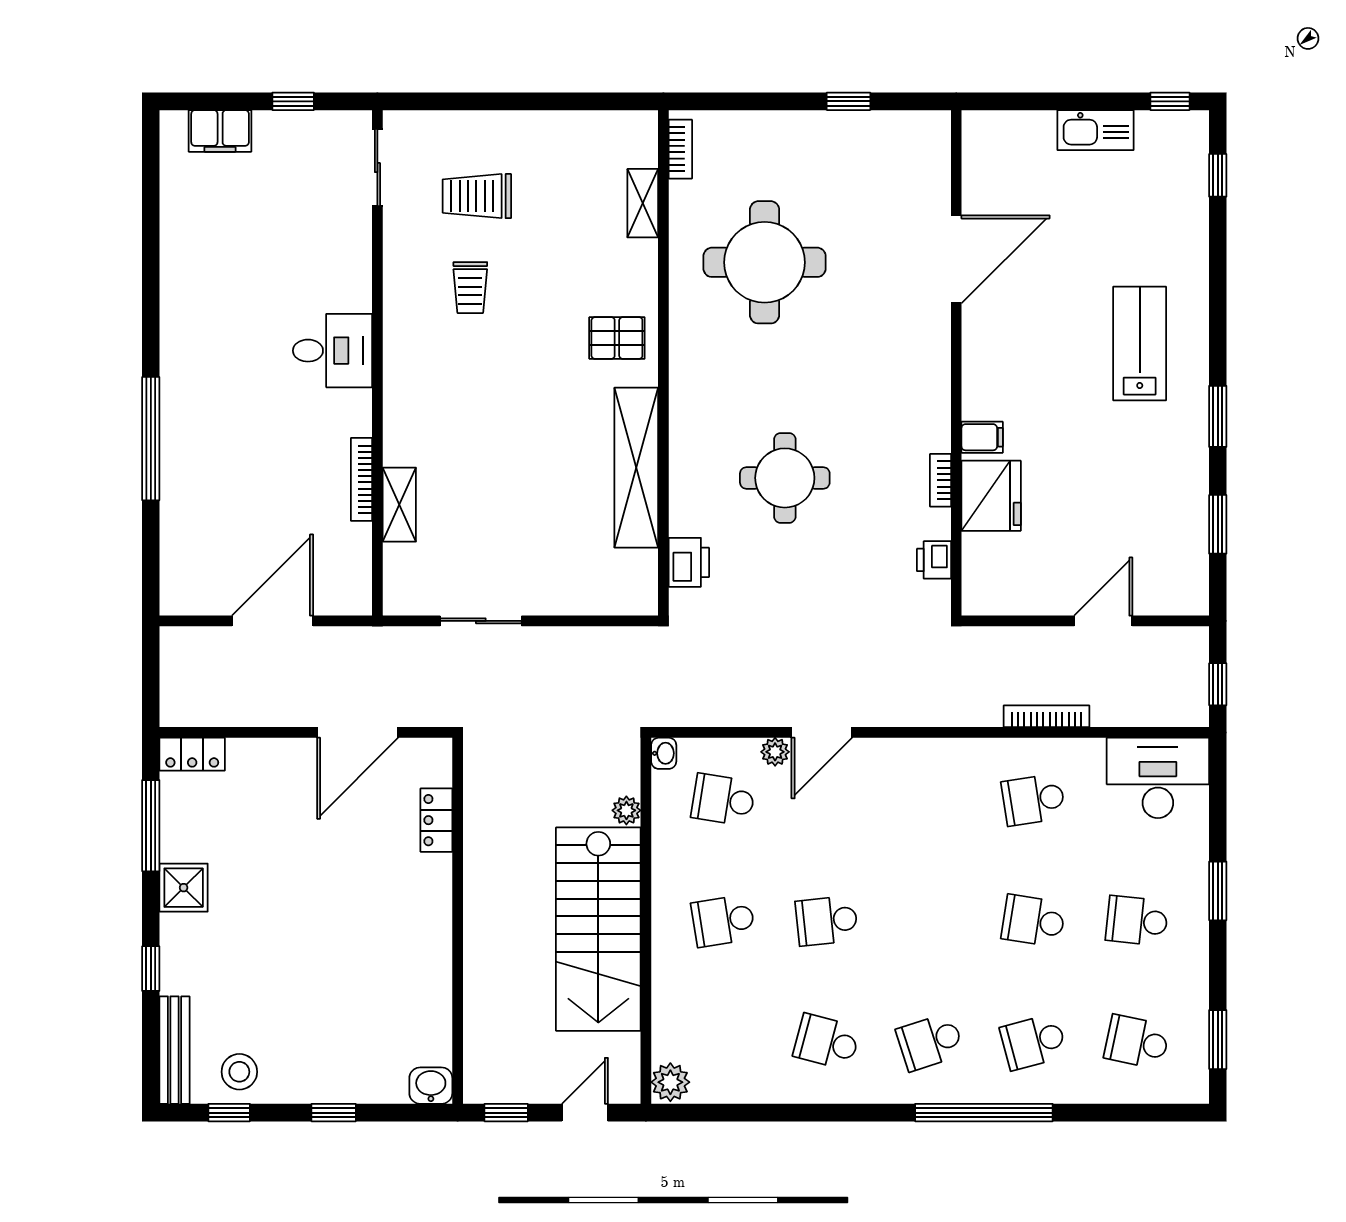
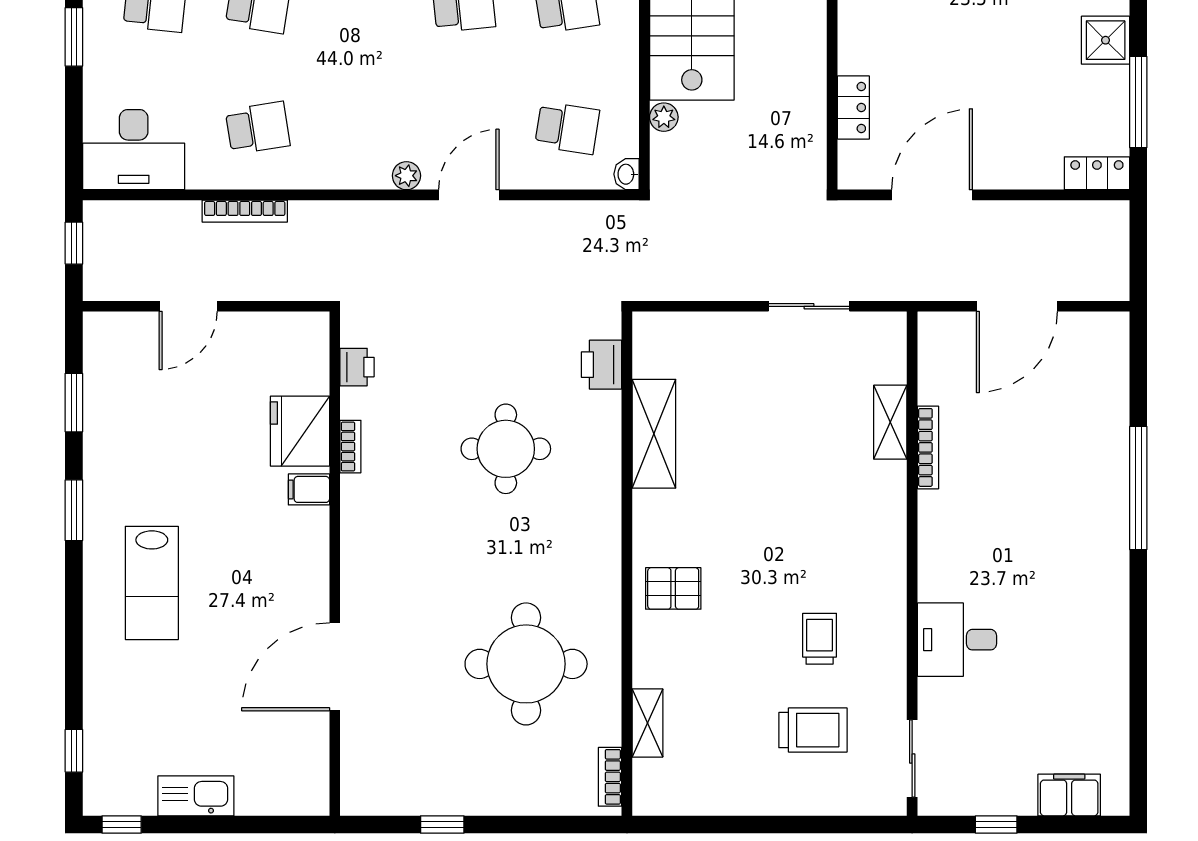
desk: (333, 351) -> (957, 640), moved
shelving: (636, 468) -> (654, 434), width x0.68
plant: (775, 752) -> (406, 176), moved

